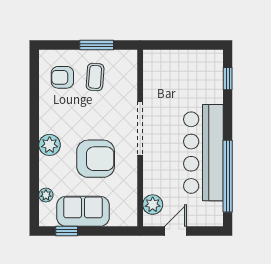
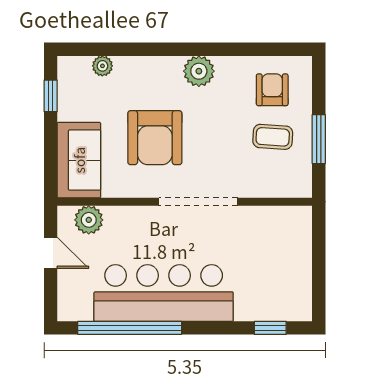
plant: (50, 145) -> (199, 71), moved
sofa: (83, 211) -> (79, 160), moved

